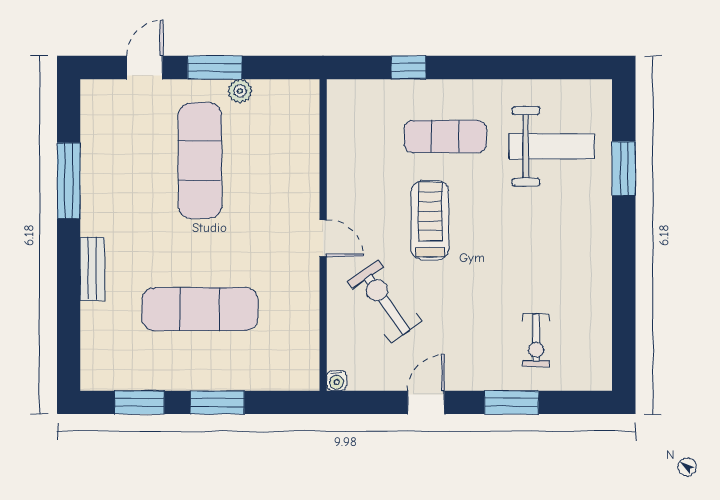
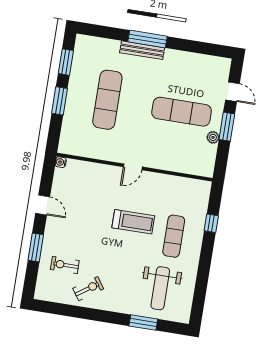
window: (69, 181) -> (147, 39), moved
bench: (92, 269) -> (142, 50), width x1.36
exercise bike: (385, 301) -> (88, 289), moved, width x0.73, depth x0.72

